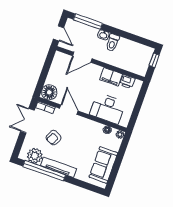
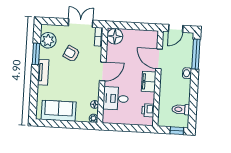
toilet: (113, 43) -> (181, 109), moved
filing cabinet: (111, 77) -> (149, 82), moved
desk: (108, 108) -> (116, 98), width x0.73
door: (69, 110) -> (103, 71), moved
tv unit: (58, 167) -> (43, 72), width x0.71
window: (44, 171) -> (36, 54), width x0.47

